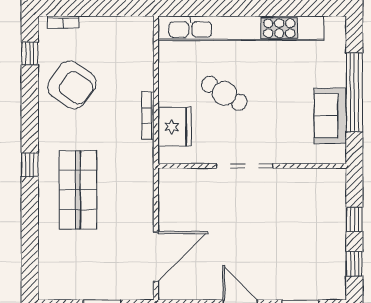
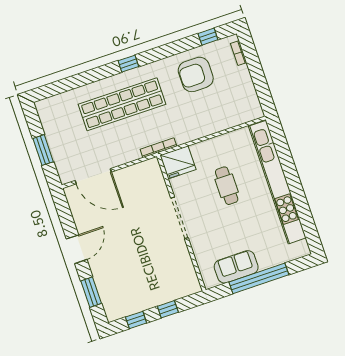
armchair: (72, 85) -> (196, 74), turned 55
cafe table: (224, 93) -> (227, 186), turned -31
bookcase: (148, 116) -> (158, 148), moved
fridge: (175, 127) -> (178, 162), moved
shop shelf: (78, 190) -> (122, 104), width x1.40

